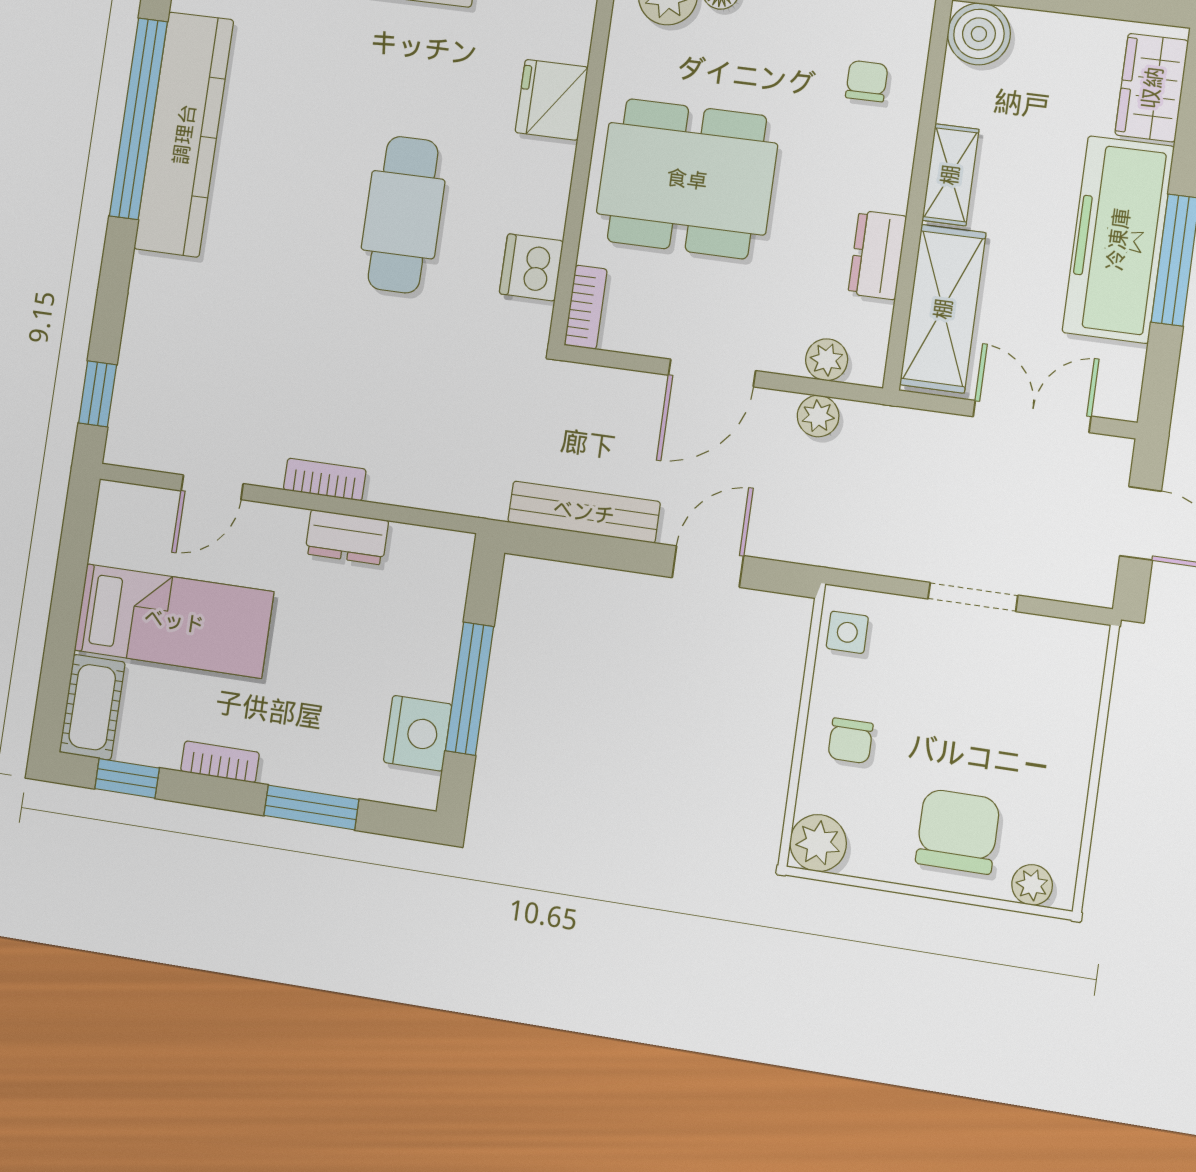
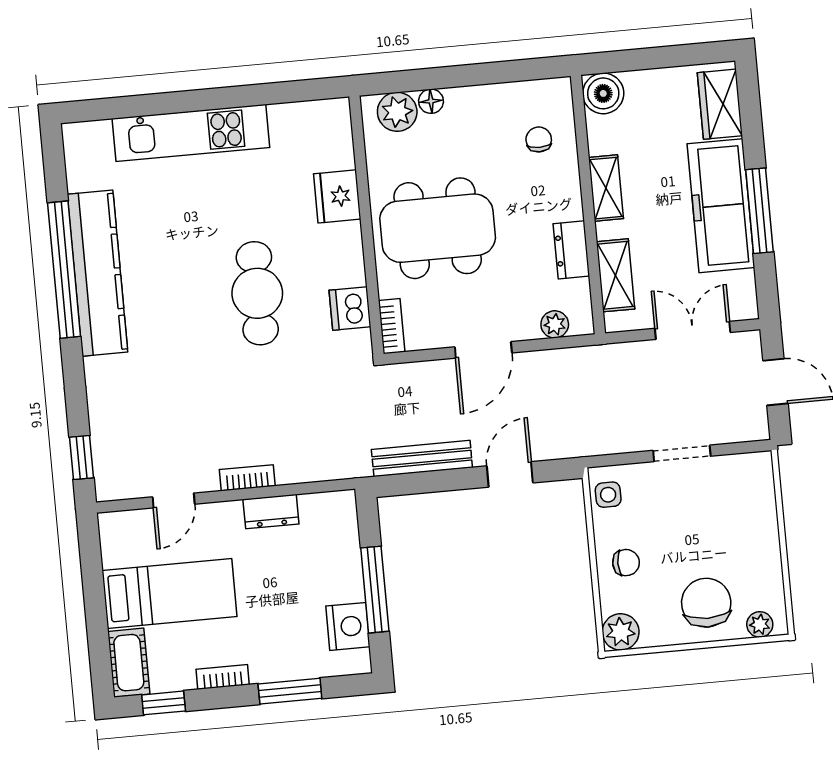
shelving: (943, 309) -> (616, 275), width x0.67, depth x0.75
plant: (818, 416) -> (558, 362), removed
chair: (850, 741) -> (626, 563), turned -90

